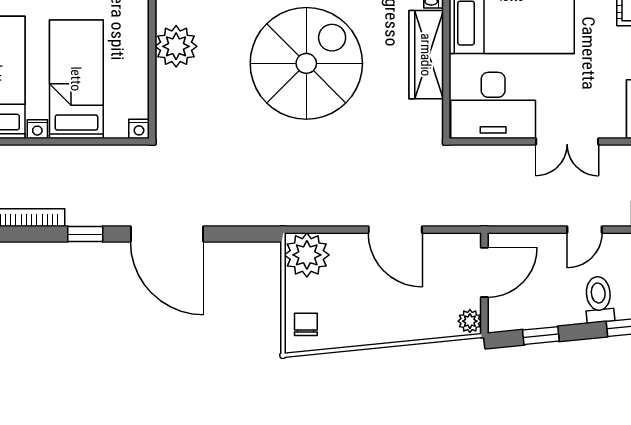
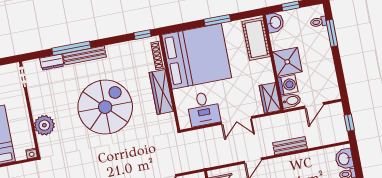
plant: (176, 46) -> (44, 125), moved
desk: (493, 105) -> (203, 109), width x0.73

